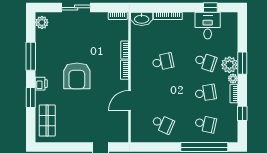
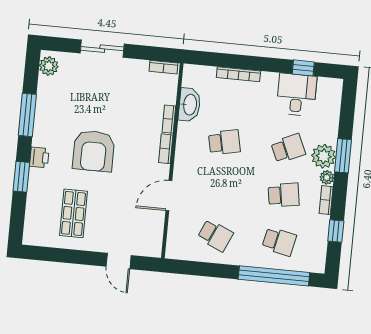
washbasin: (142, 19) -> (189, 105), moved, turned -90
school desk: (205, 62) -> (288, 148), turned -42
shop shelf: (47, 121) -> (74, 213), moved

